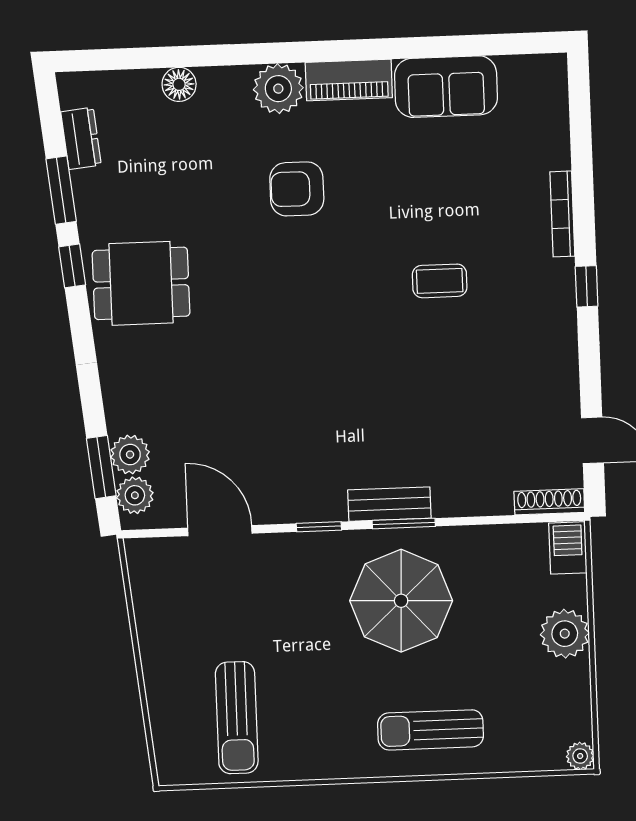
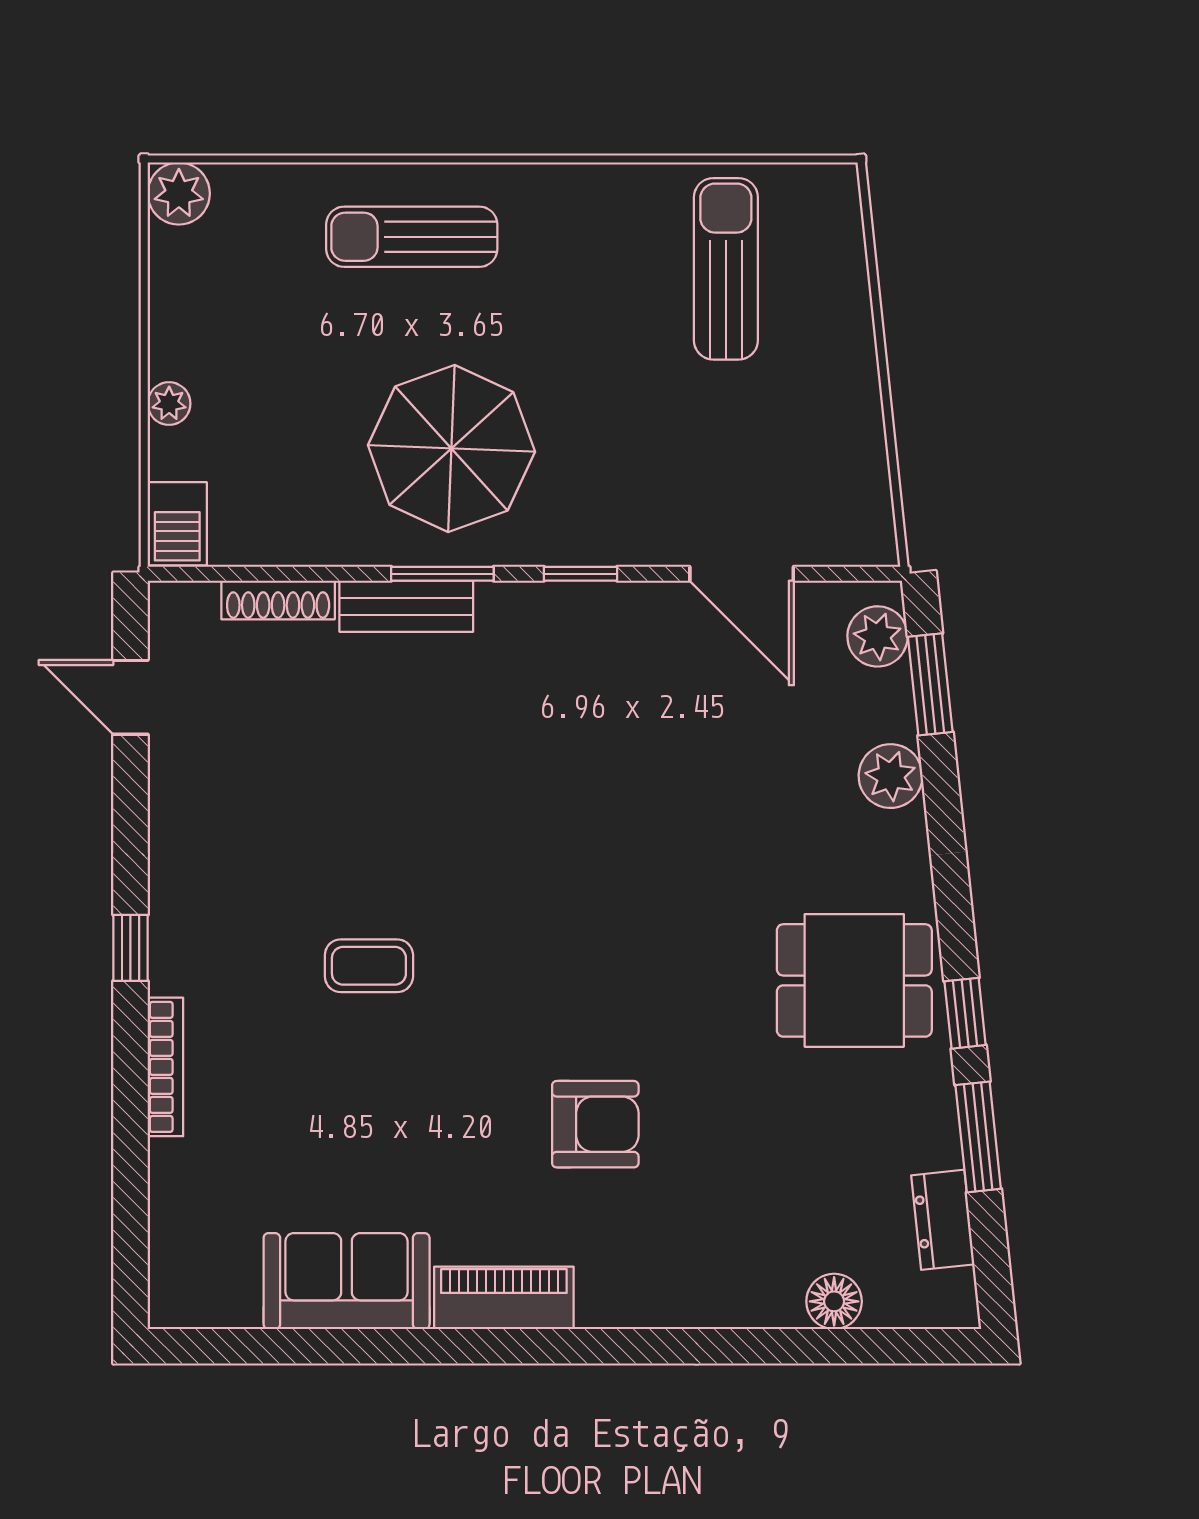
floor lamp: (179, 84) -> (834, 1301), moved
plant: (278, 89) -> (619, 1288), removed
plant: (130, 455) -> (891, 776), moved
shoe rack: (549, 502) -> (278, 600), moved
bench: (389, 504) -> (406, 606), moved
plant: (565, 634) -> (169, 404), width x0.53, depth x0.53
sun lounger: (431, 730) -> (412, 237), turned 180
plant: (580, 756) -> (179, 193), width x1.38, depth x1.38

